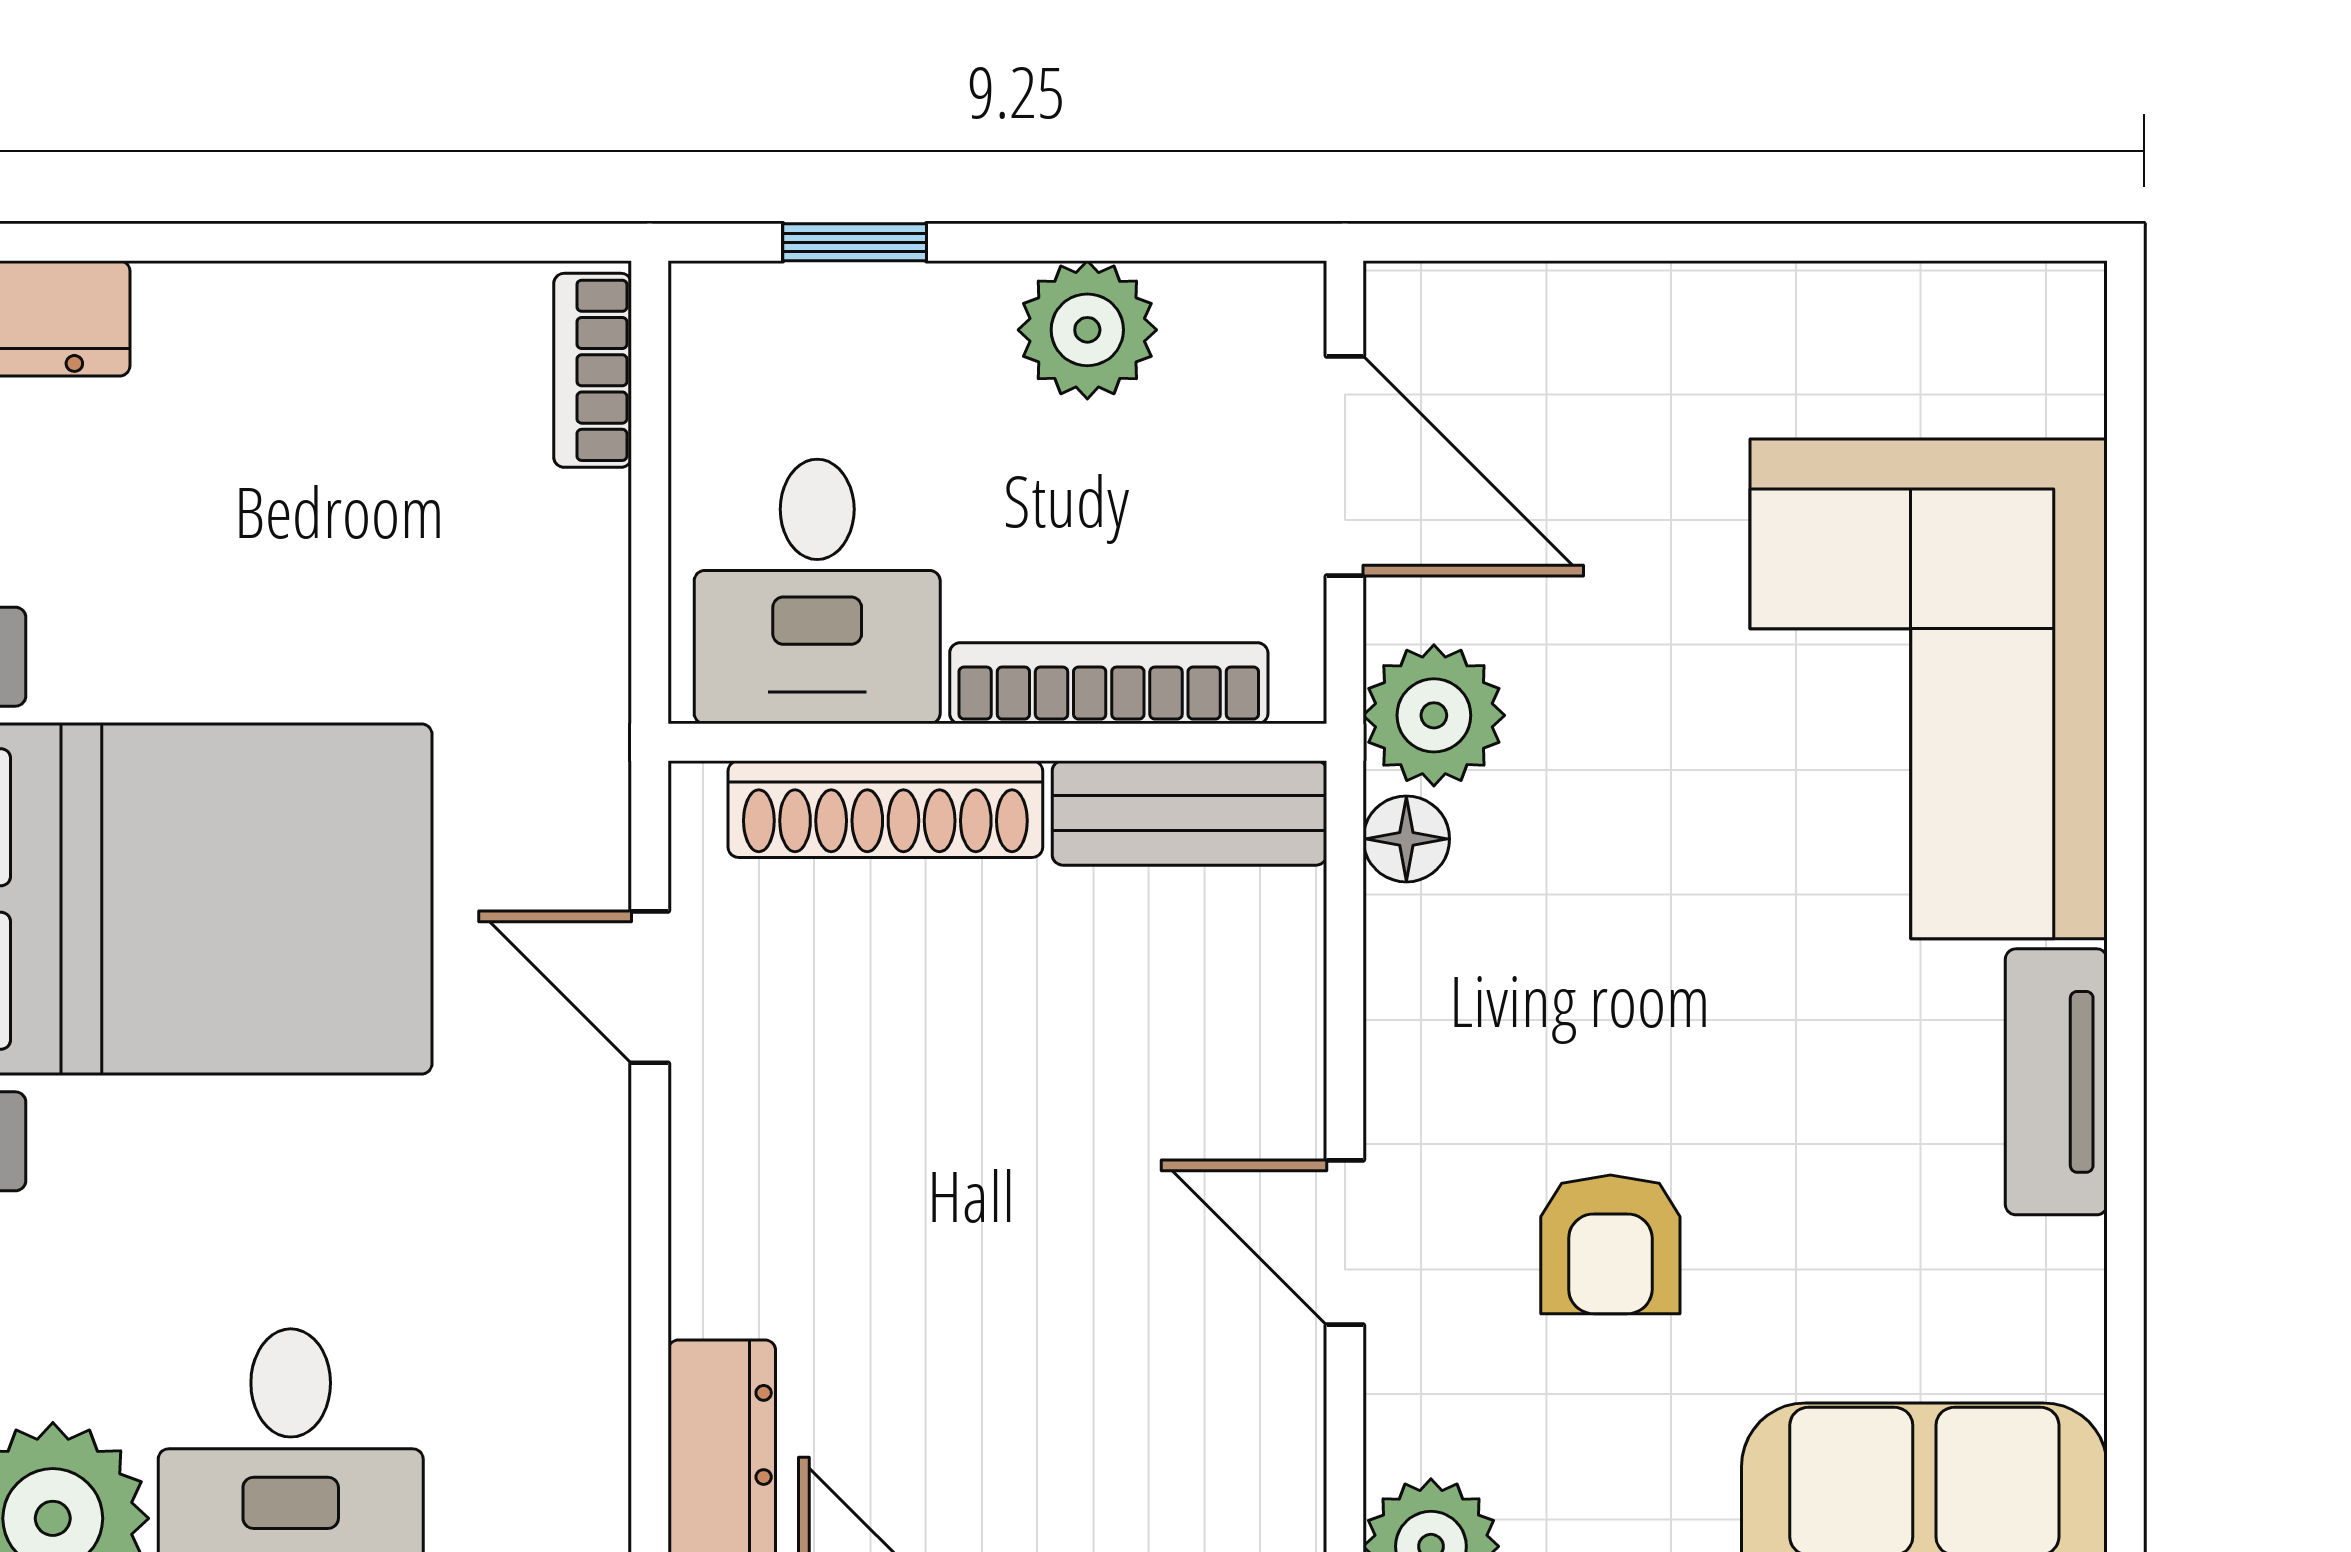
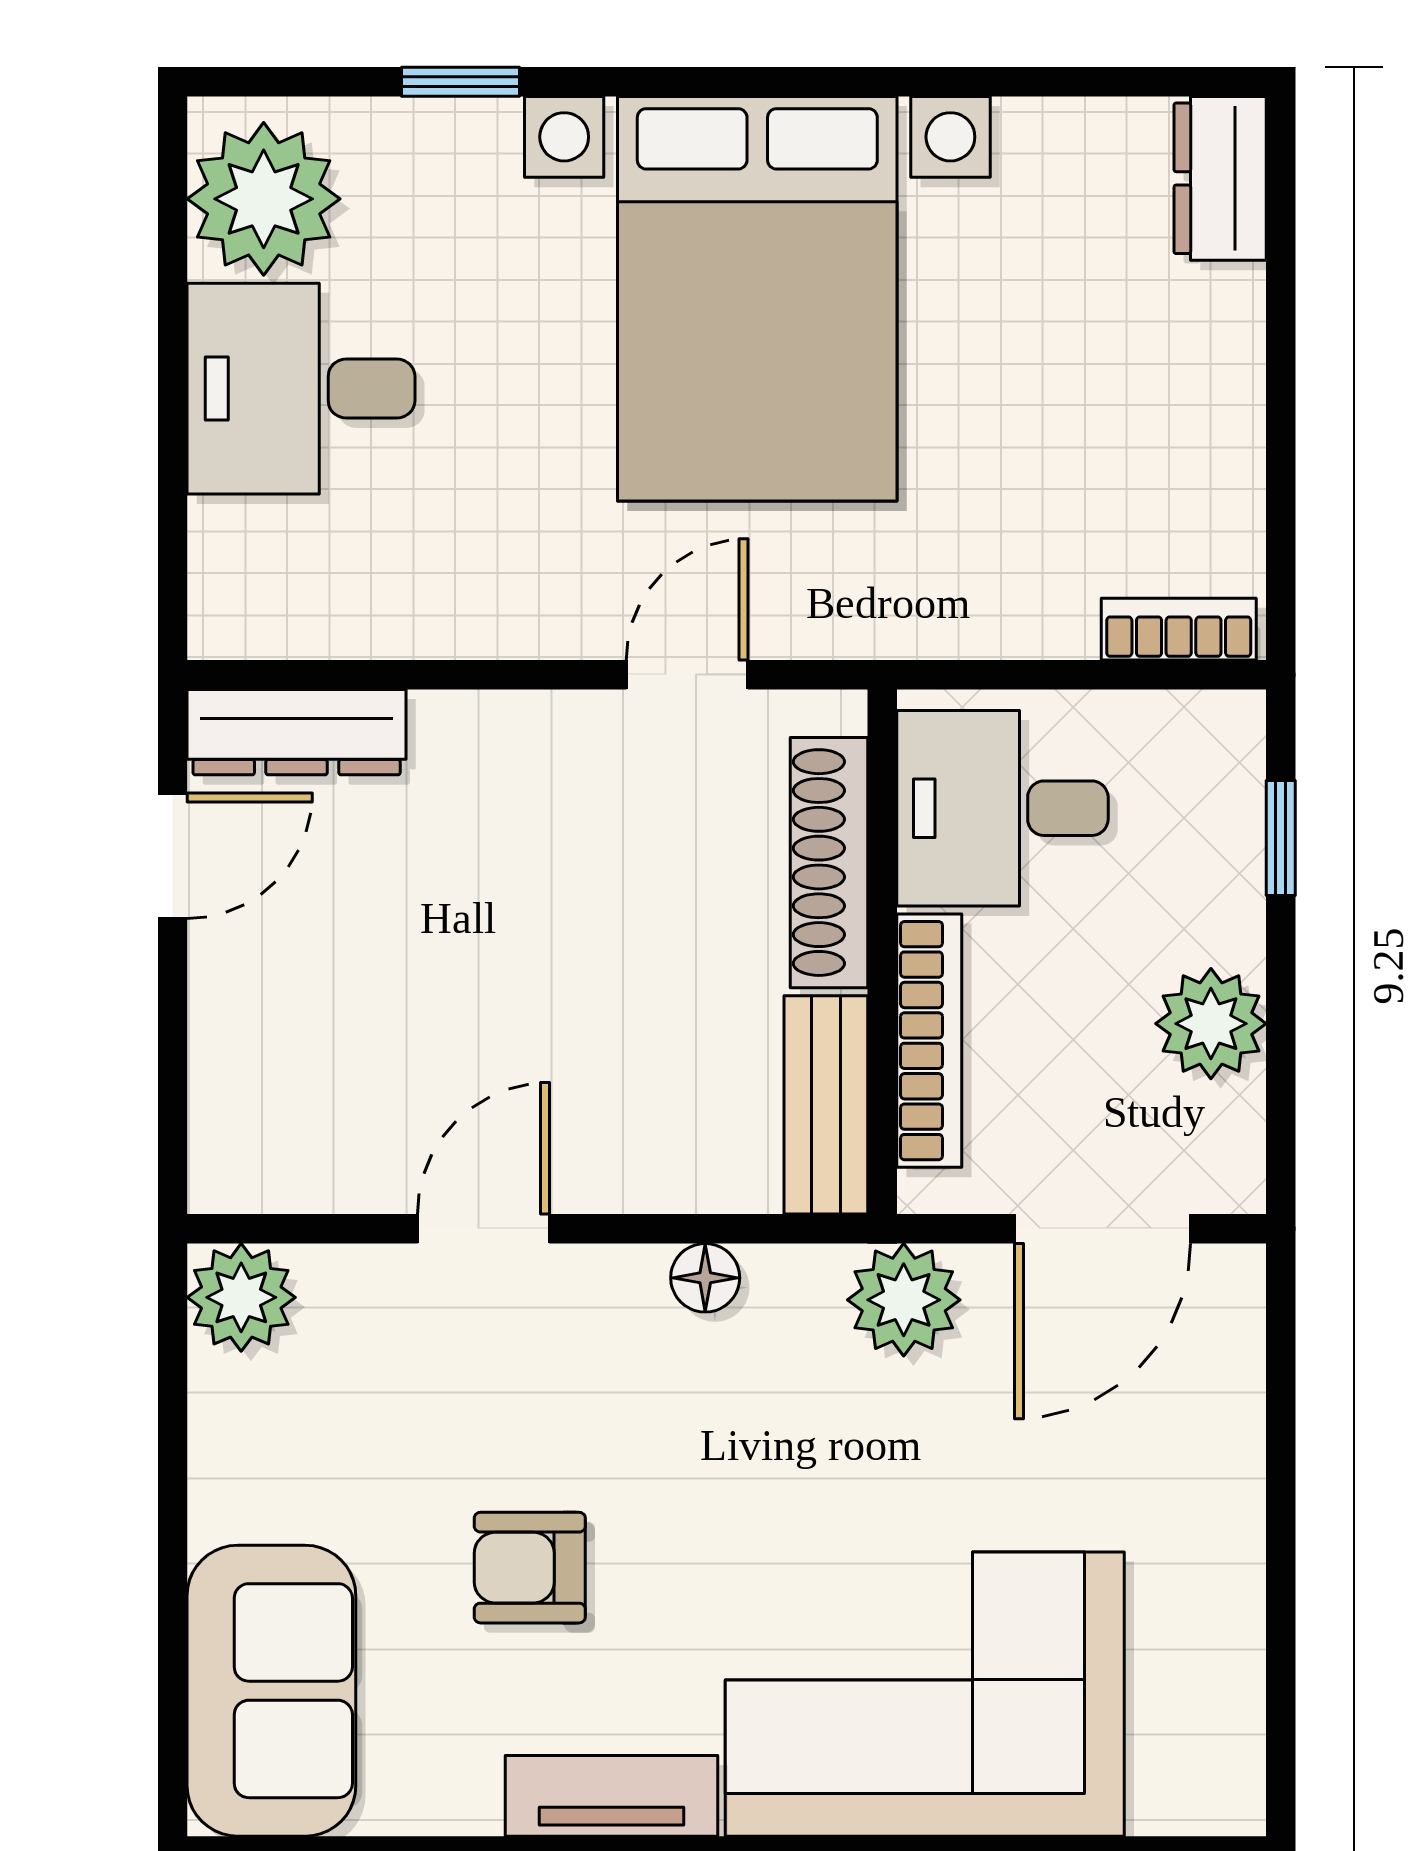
floor lamp: (1406, 839) -> (705, 1278), moved
armchair: (1610, 1244) -> (530, 1568), moved

